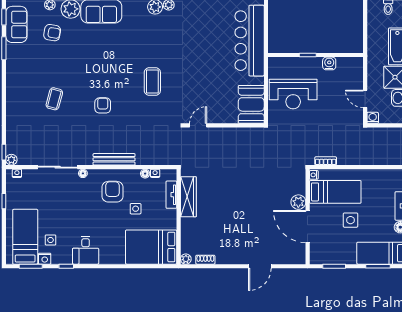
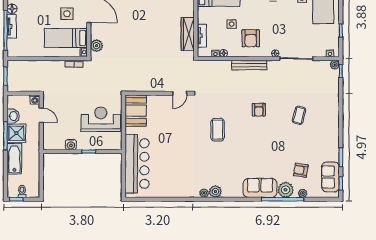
plant: (298, 202) -> (96, 46), moved
side table: (350, 220) -> (67, 14), moved

